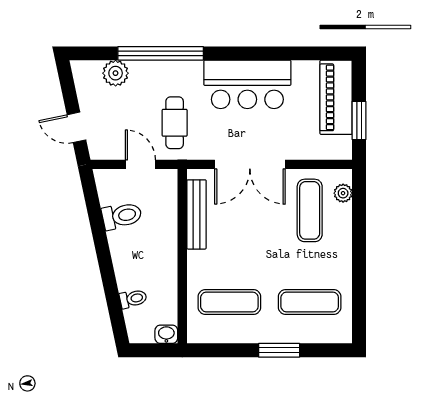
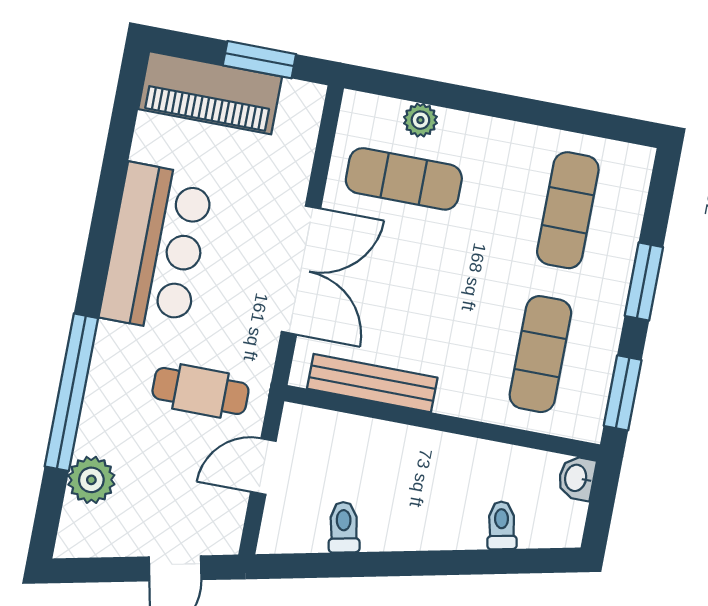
plant: (343, 193) -> (420, 120), moved
toilet: (122, 216) -> (344, 527), width x0.73, depth x0.72
window: (217, 350) -> (623, 393), added

